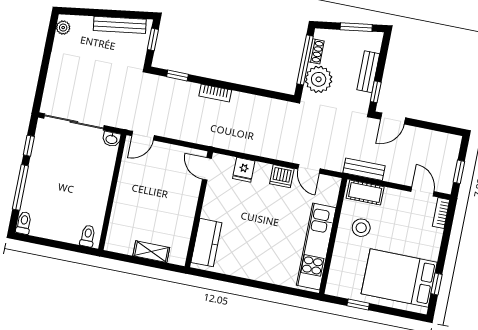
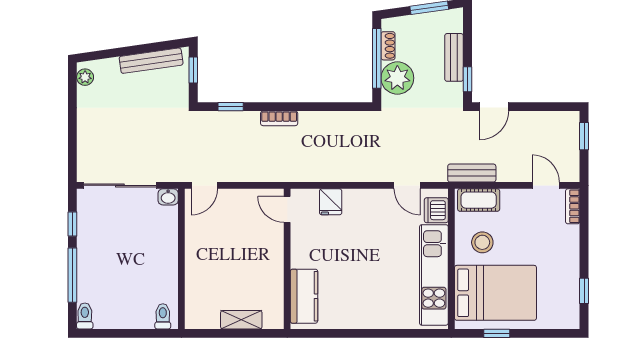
window: (459, 172) -> (584, 136), moved
dishwasher: (282, 176) -> (436, 210), moved, turned 90
bed: (399, 278) -> (495, 293), moved, turned 180

